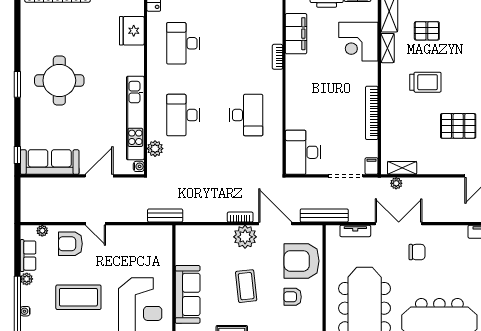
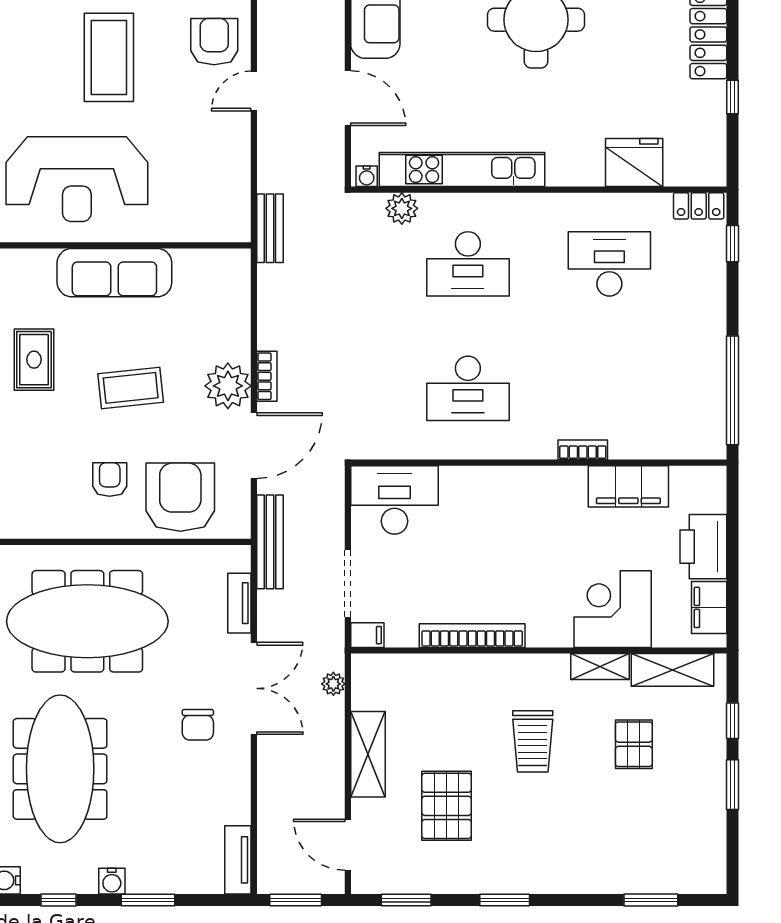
desk: (183, 115) -> (468, 264), turned 180
shelving: (402, 168) -> (368, 754), moved, width x1.50, depth x1.33

